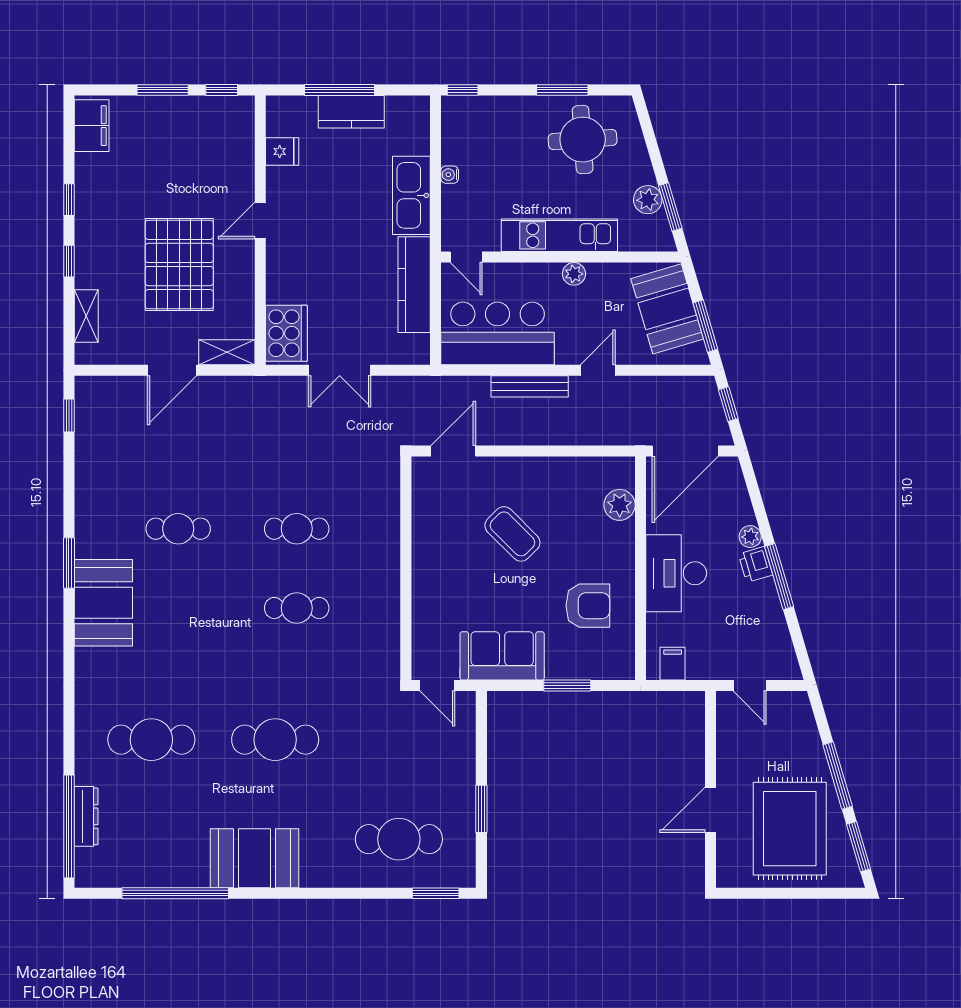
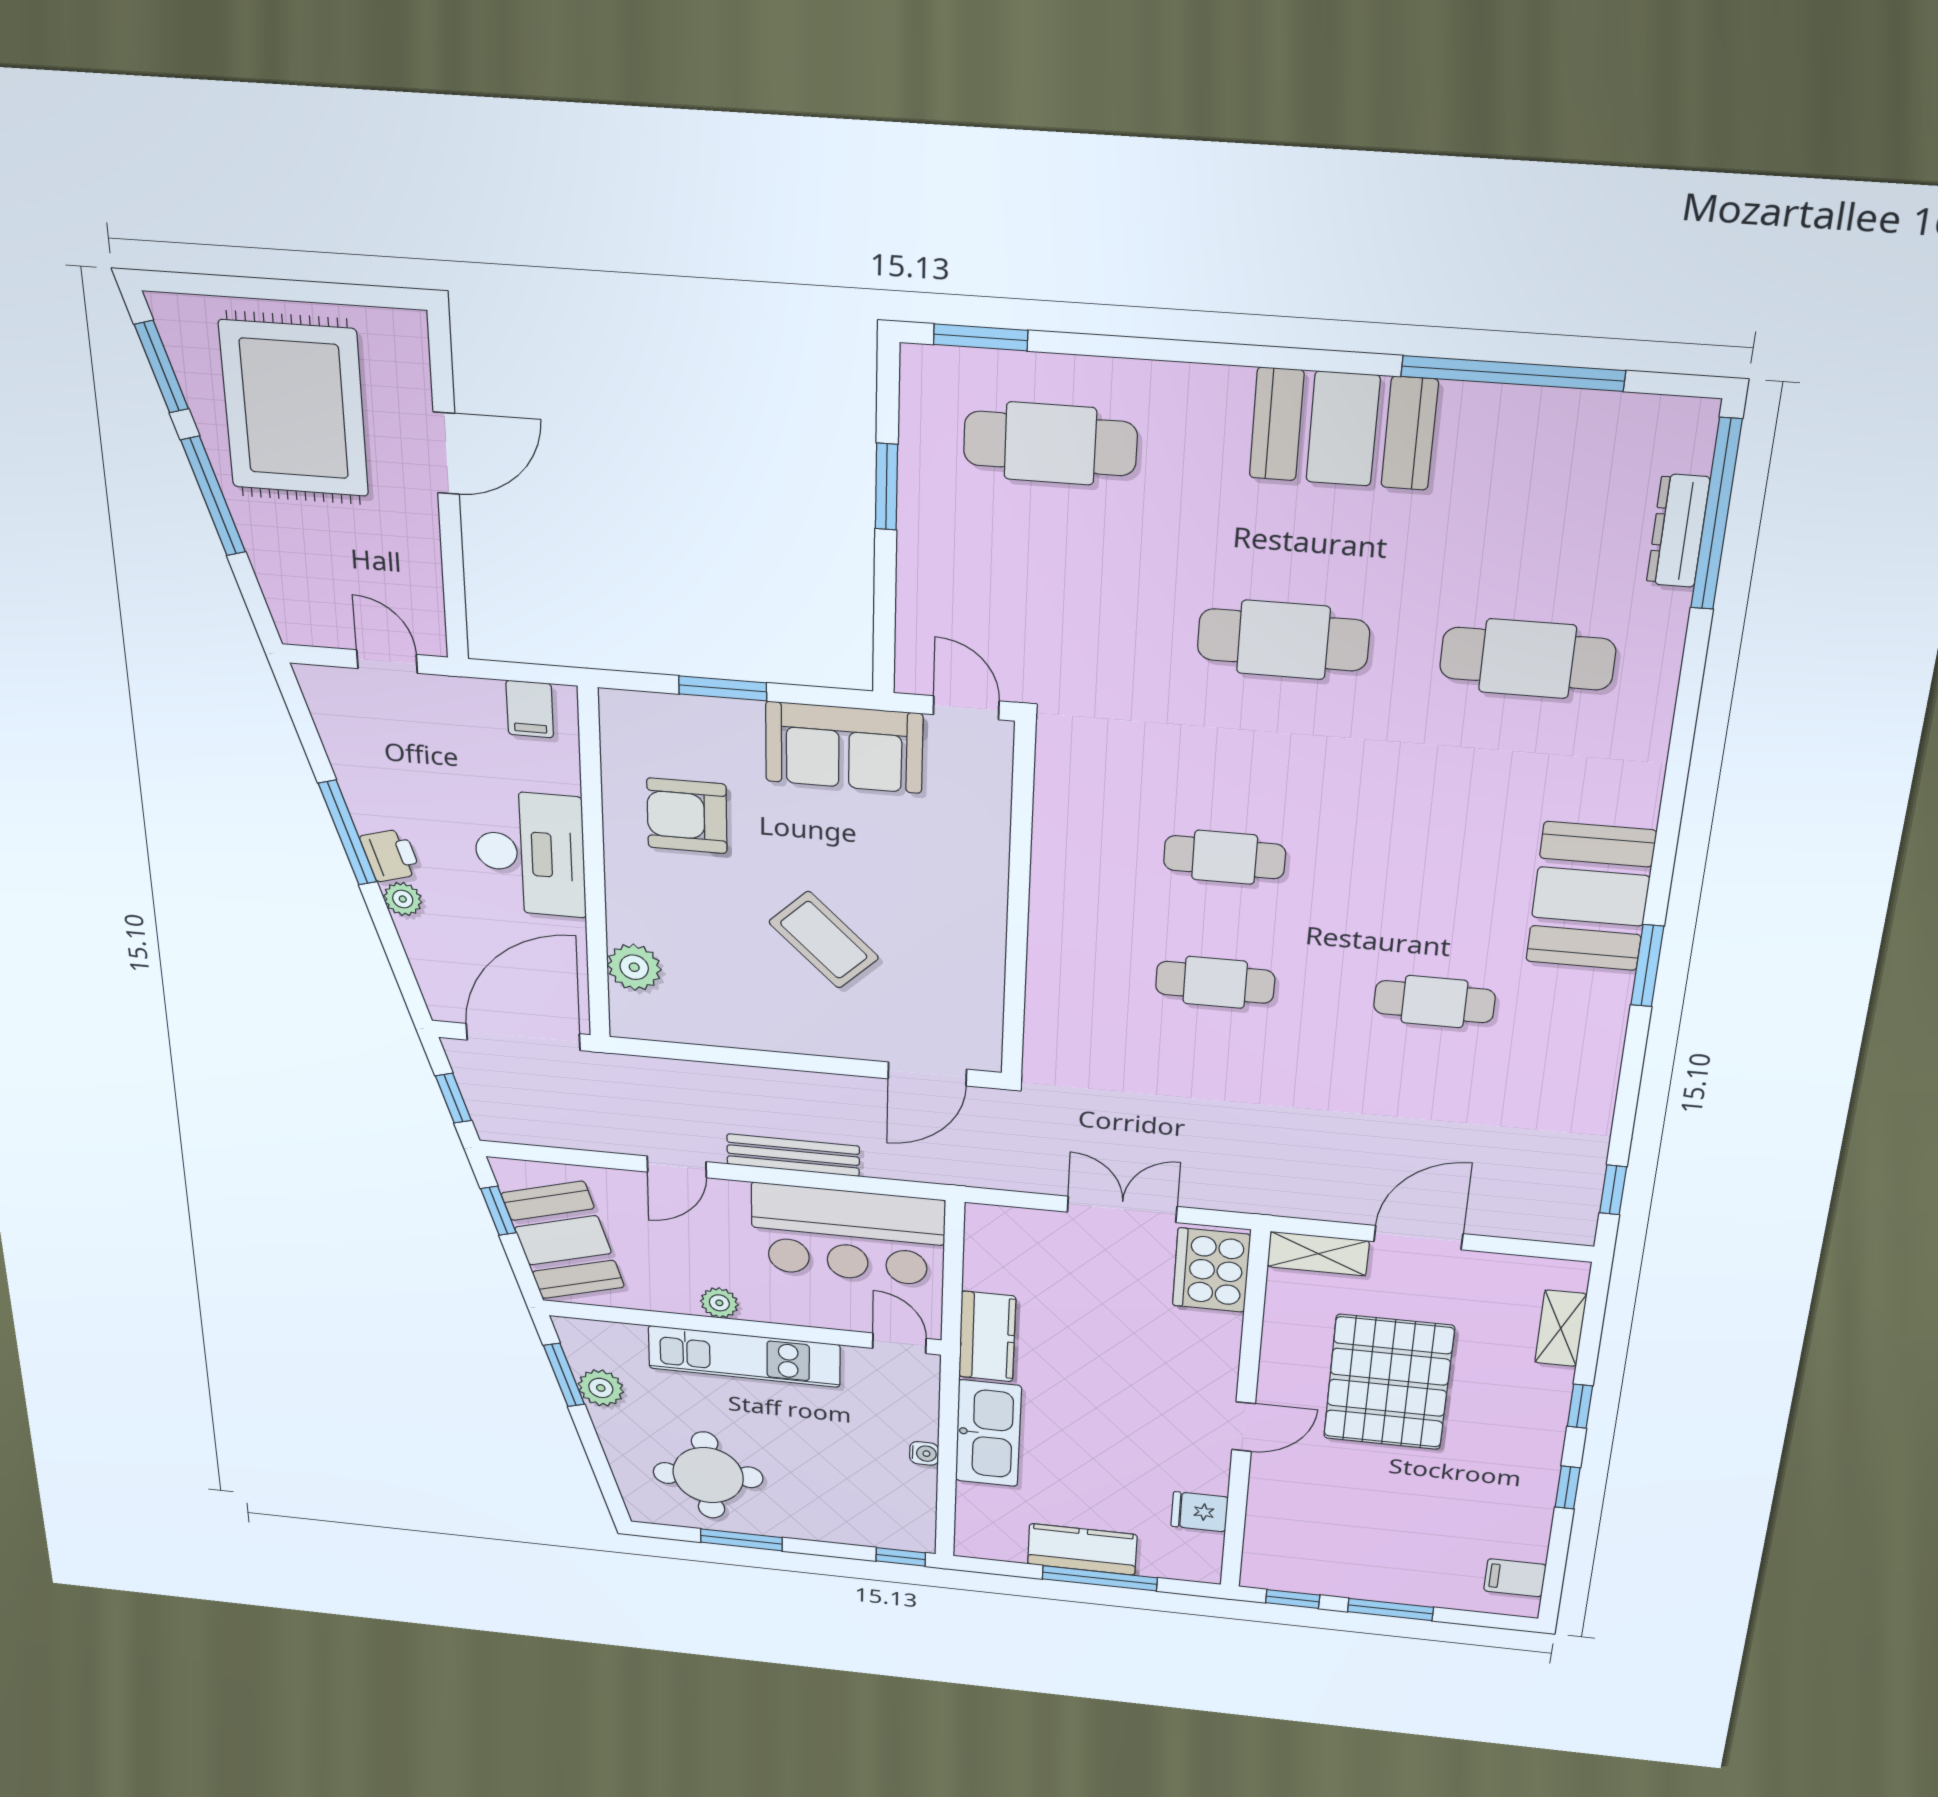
filing cabinet: (92, 126) -> (1515, 1578), width x0.50
kitchen counter: (414, 285) -> (987, 1337), width x0.67
window: (705, 326) -> (498, 1211), width x0.67

